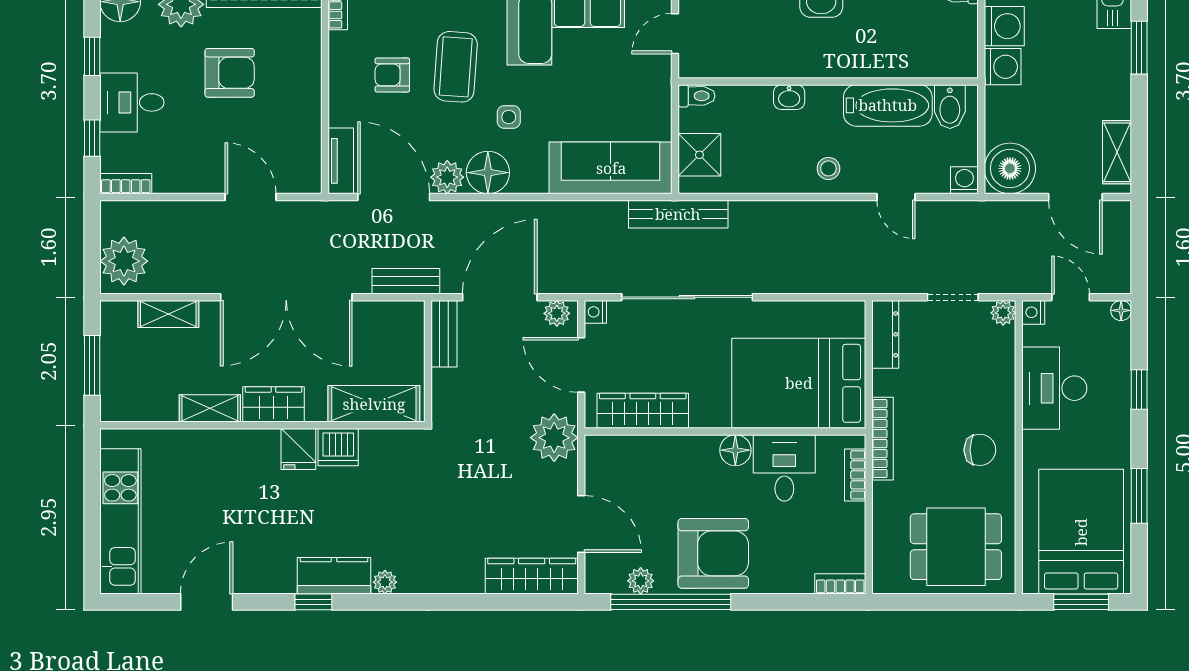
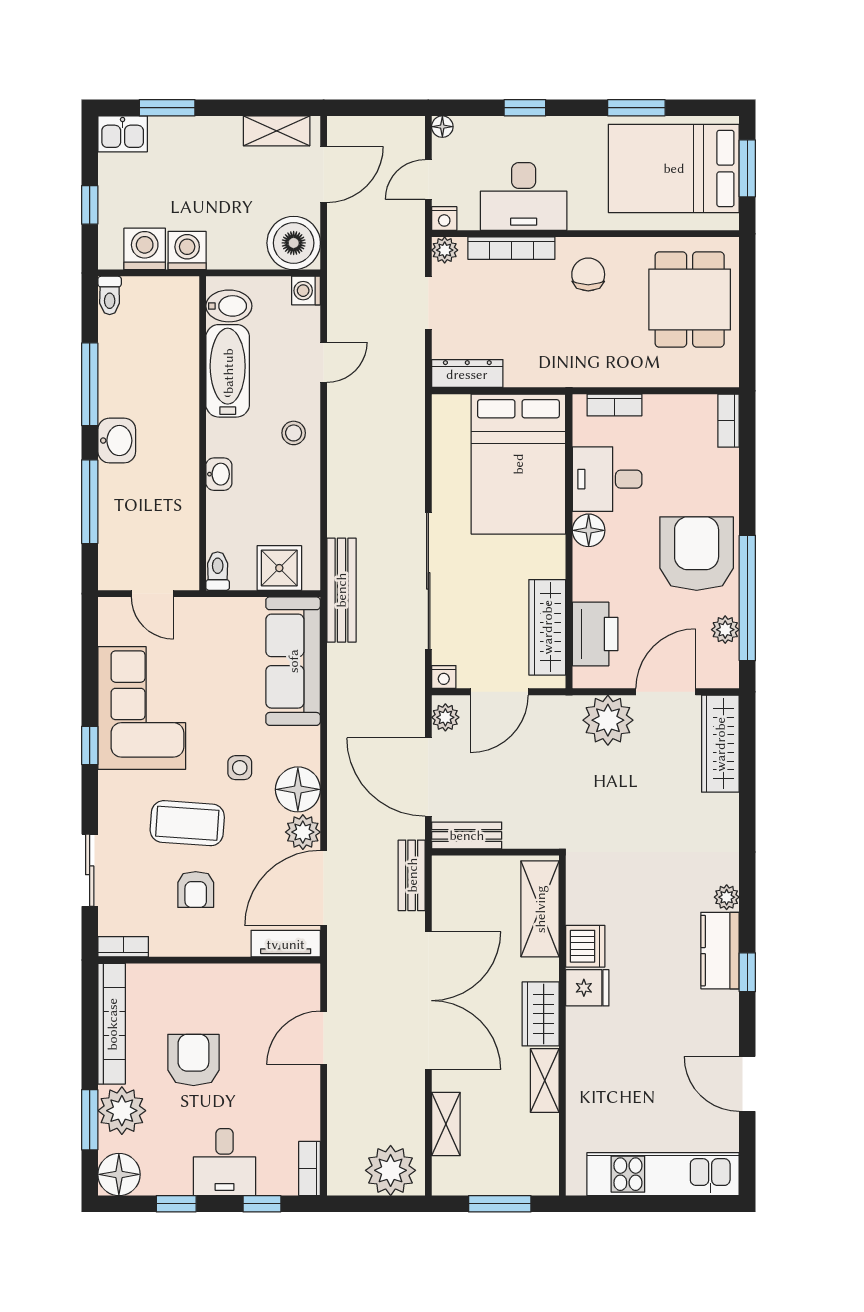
plant: (554, 438) -> (608, 720), moved
bookcase: (883, 439) -> (511, 248), moved, turned 180
printer: (636, 456) -> (595, 634), added

